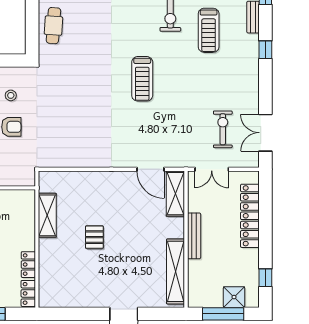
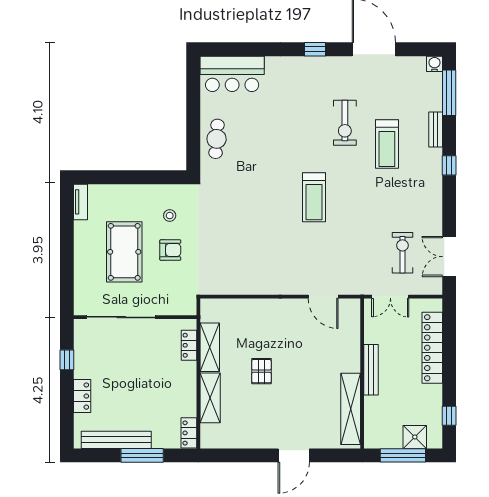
shelving: (175, 194) -> (210, 398), moved
locker: (28, 265) -> (189, 345), moved

